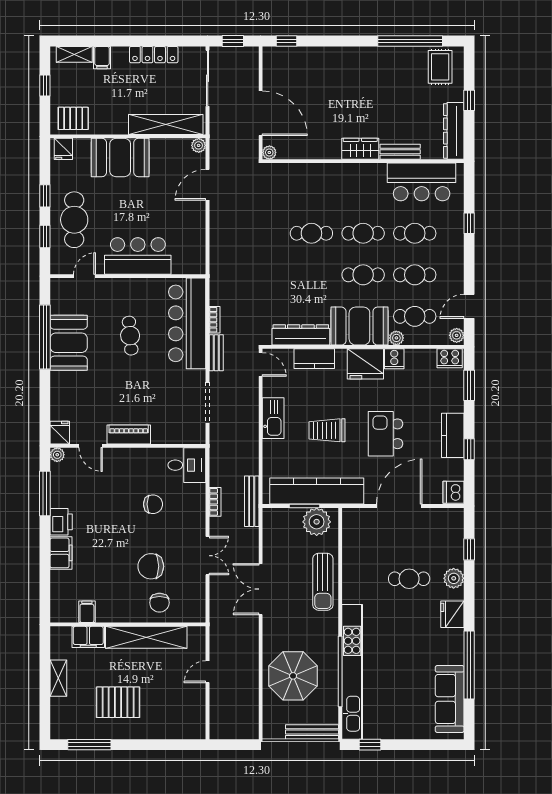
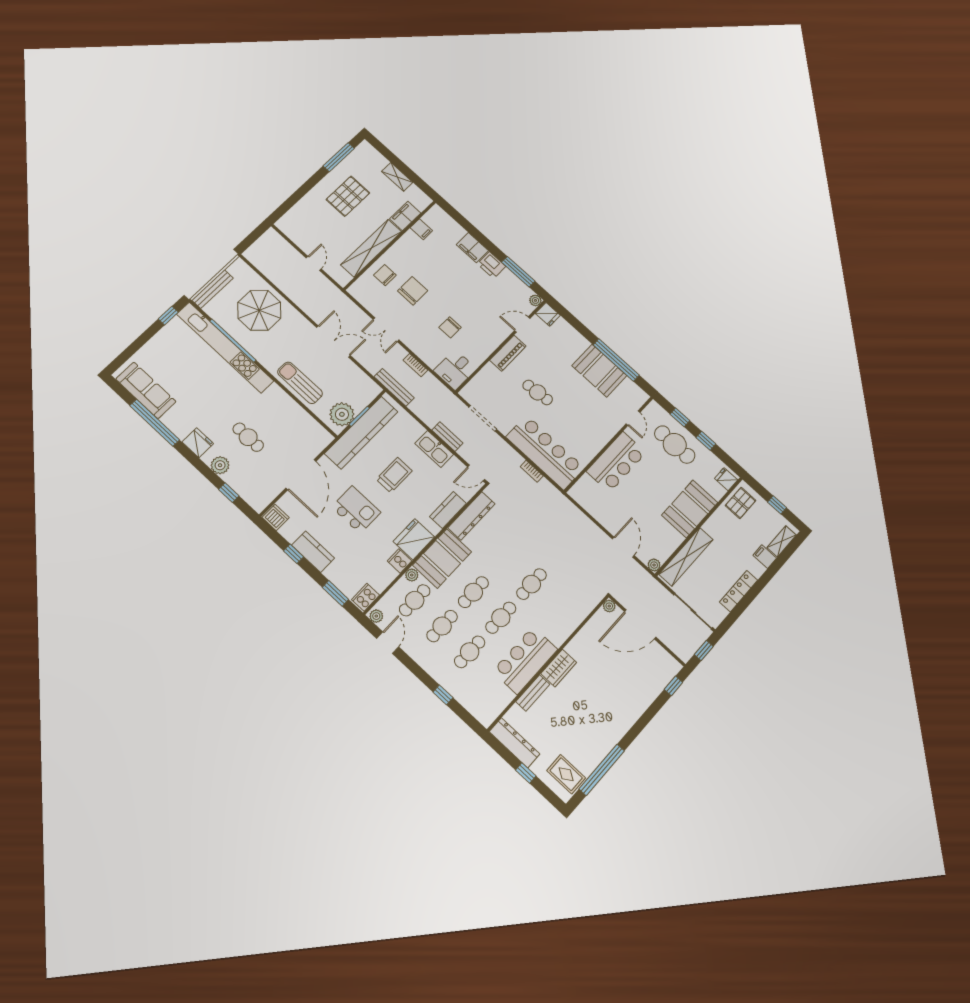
bar counter: (422, 182) -> (525, 660), moved
cafe table: (130, 336) -> (538, 392), moved
bench: (216, 353) -> (447, 437), moved
cafe table: (409, 579) -> (248, 437), turned 90

